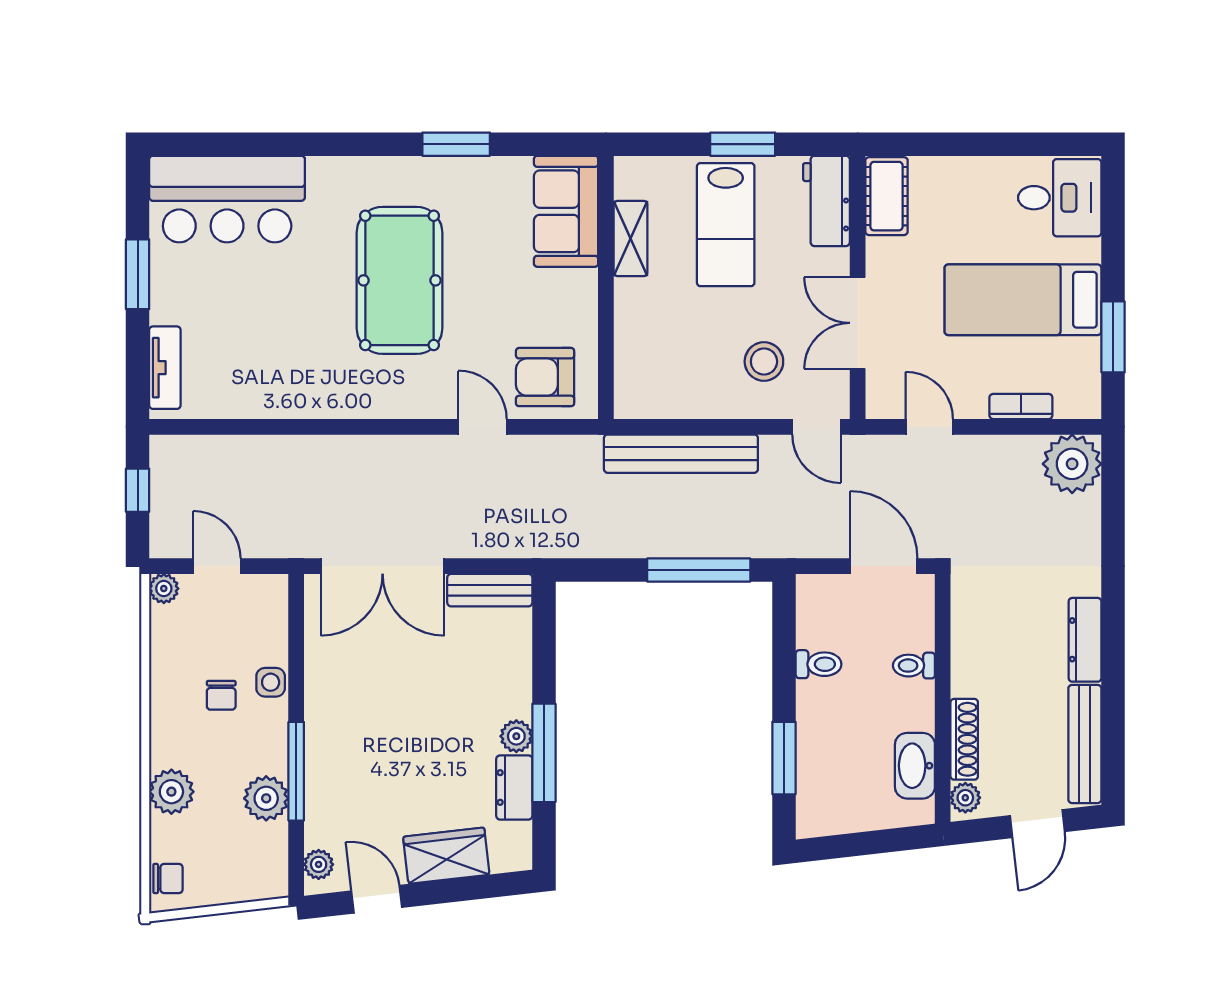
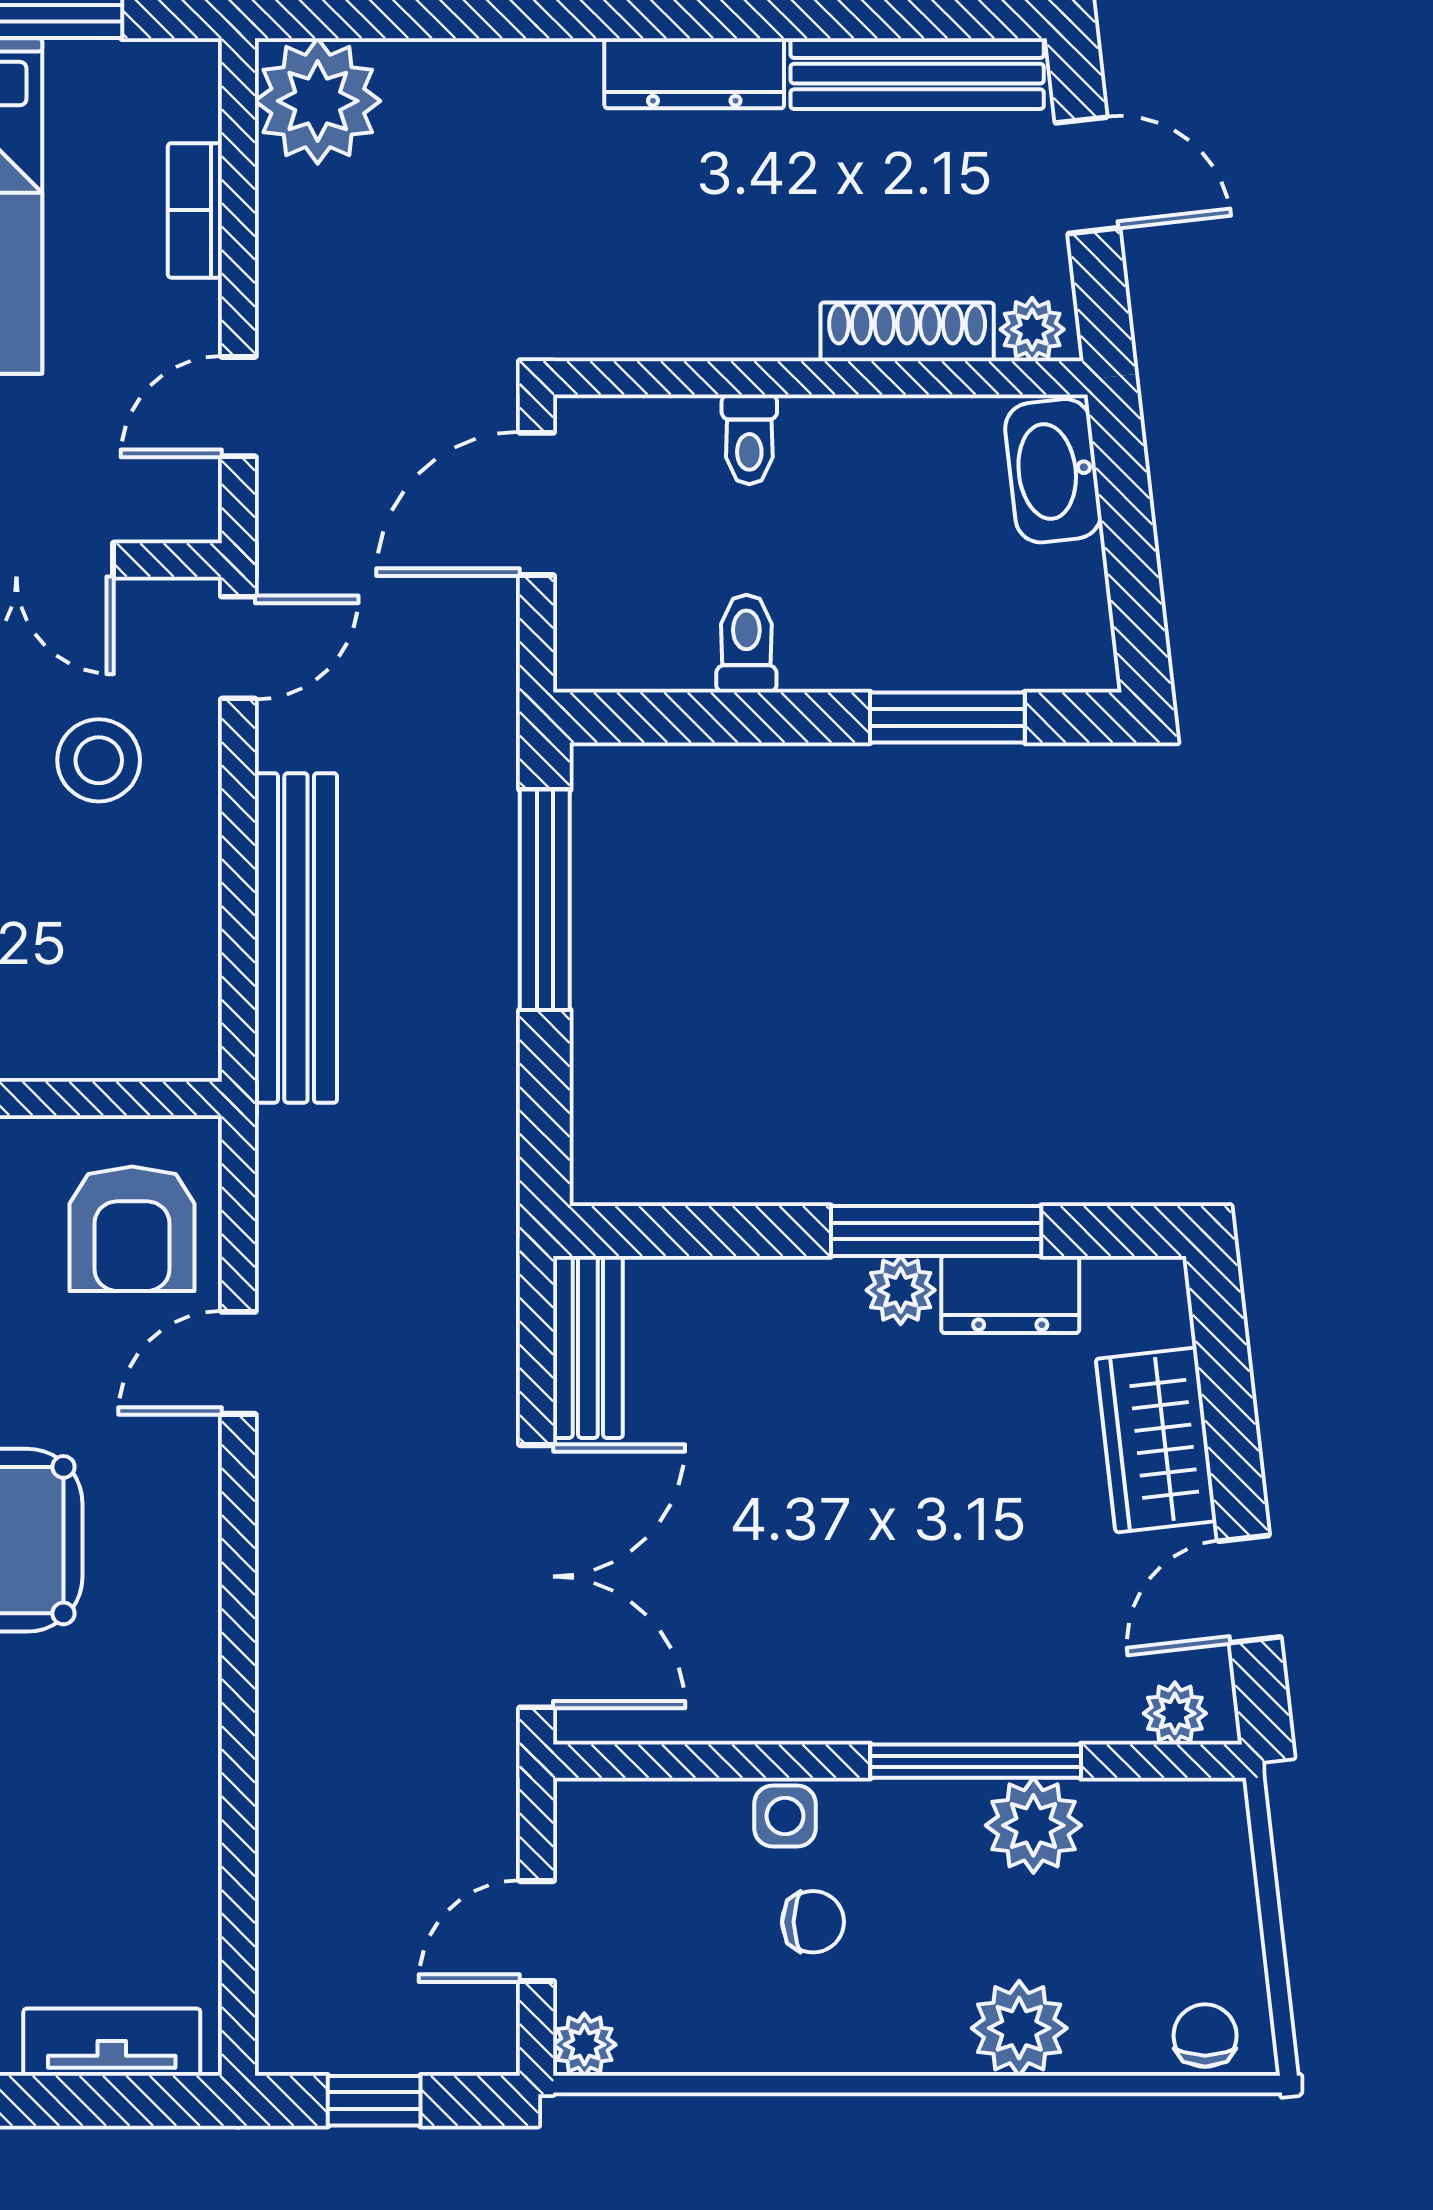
washbasin: (915, 766) -> (1053, 471), moved, turned 83

